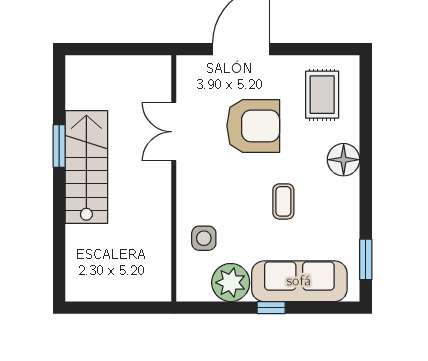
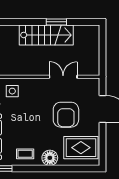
rug: (322, 95) -> (81, 148), width x1.36, depth x1.43
coffee table: (283, 201) -> (25, 154), moved

